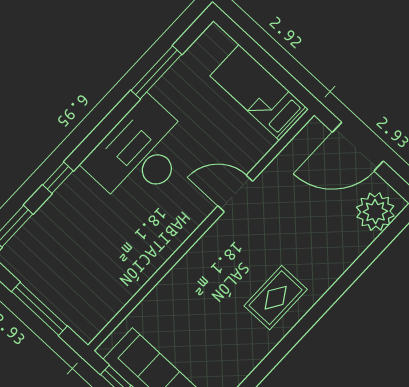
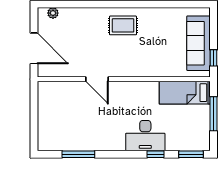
bed: (259, 93) -> (185, 93), moved, turned 90
desk: (140, 154) -> (145, 136), moved, width x0.73, depth x0.77
plant: (375, 212) -> (53, 13), width x0.53, depth x0.53

